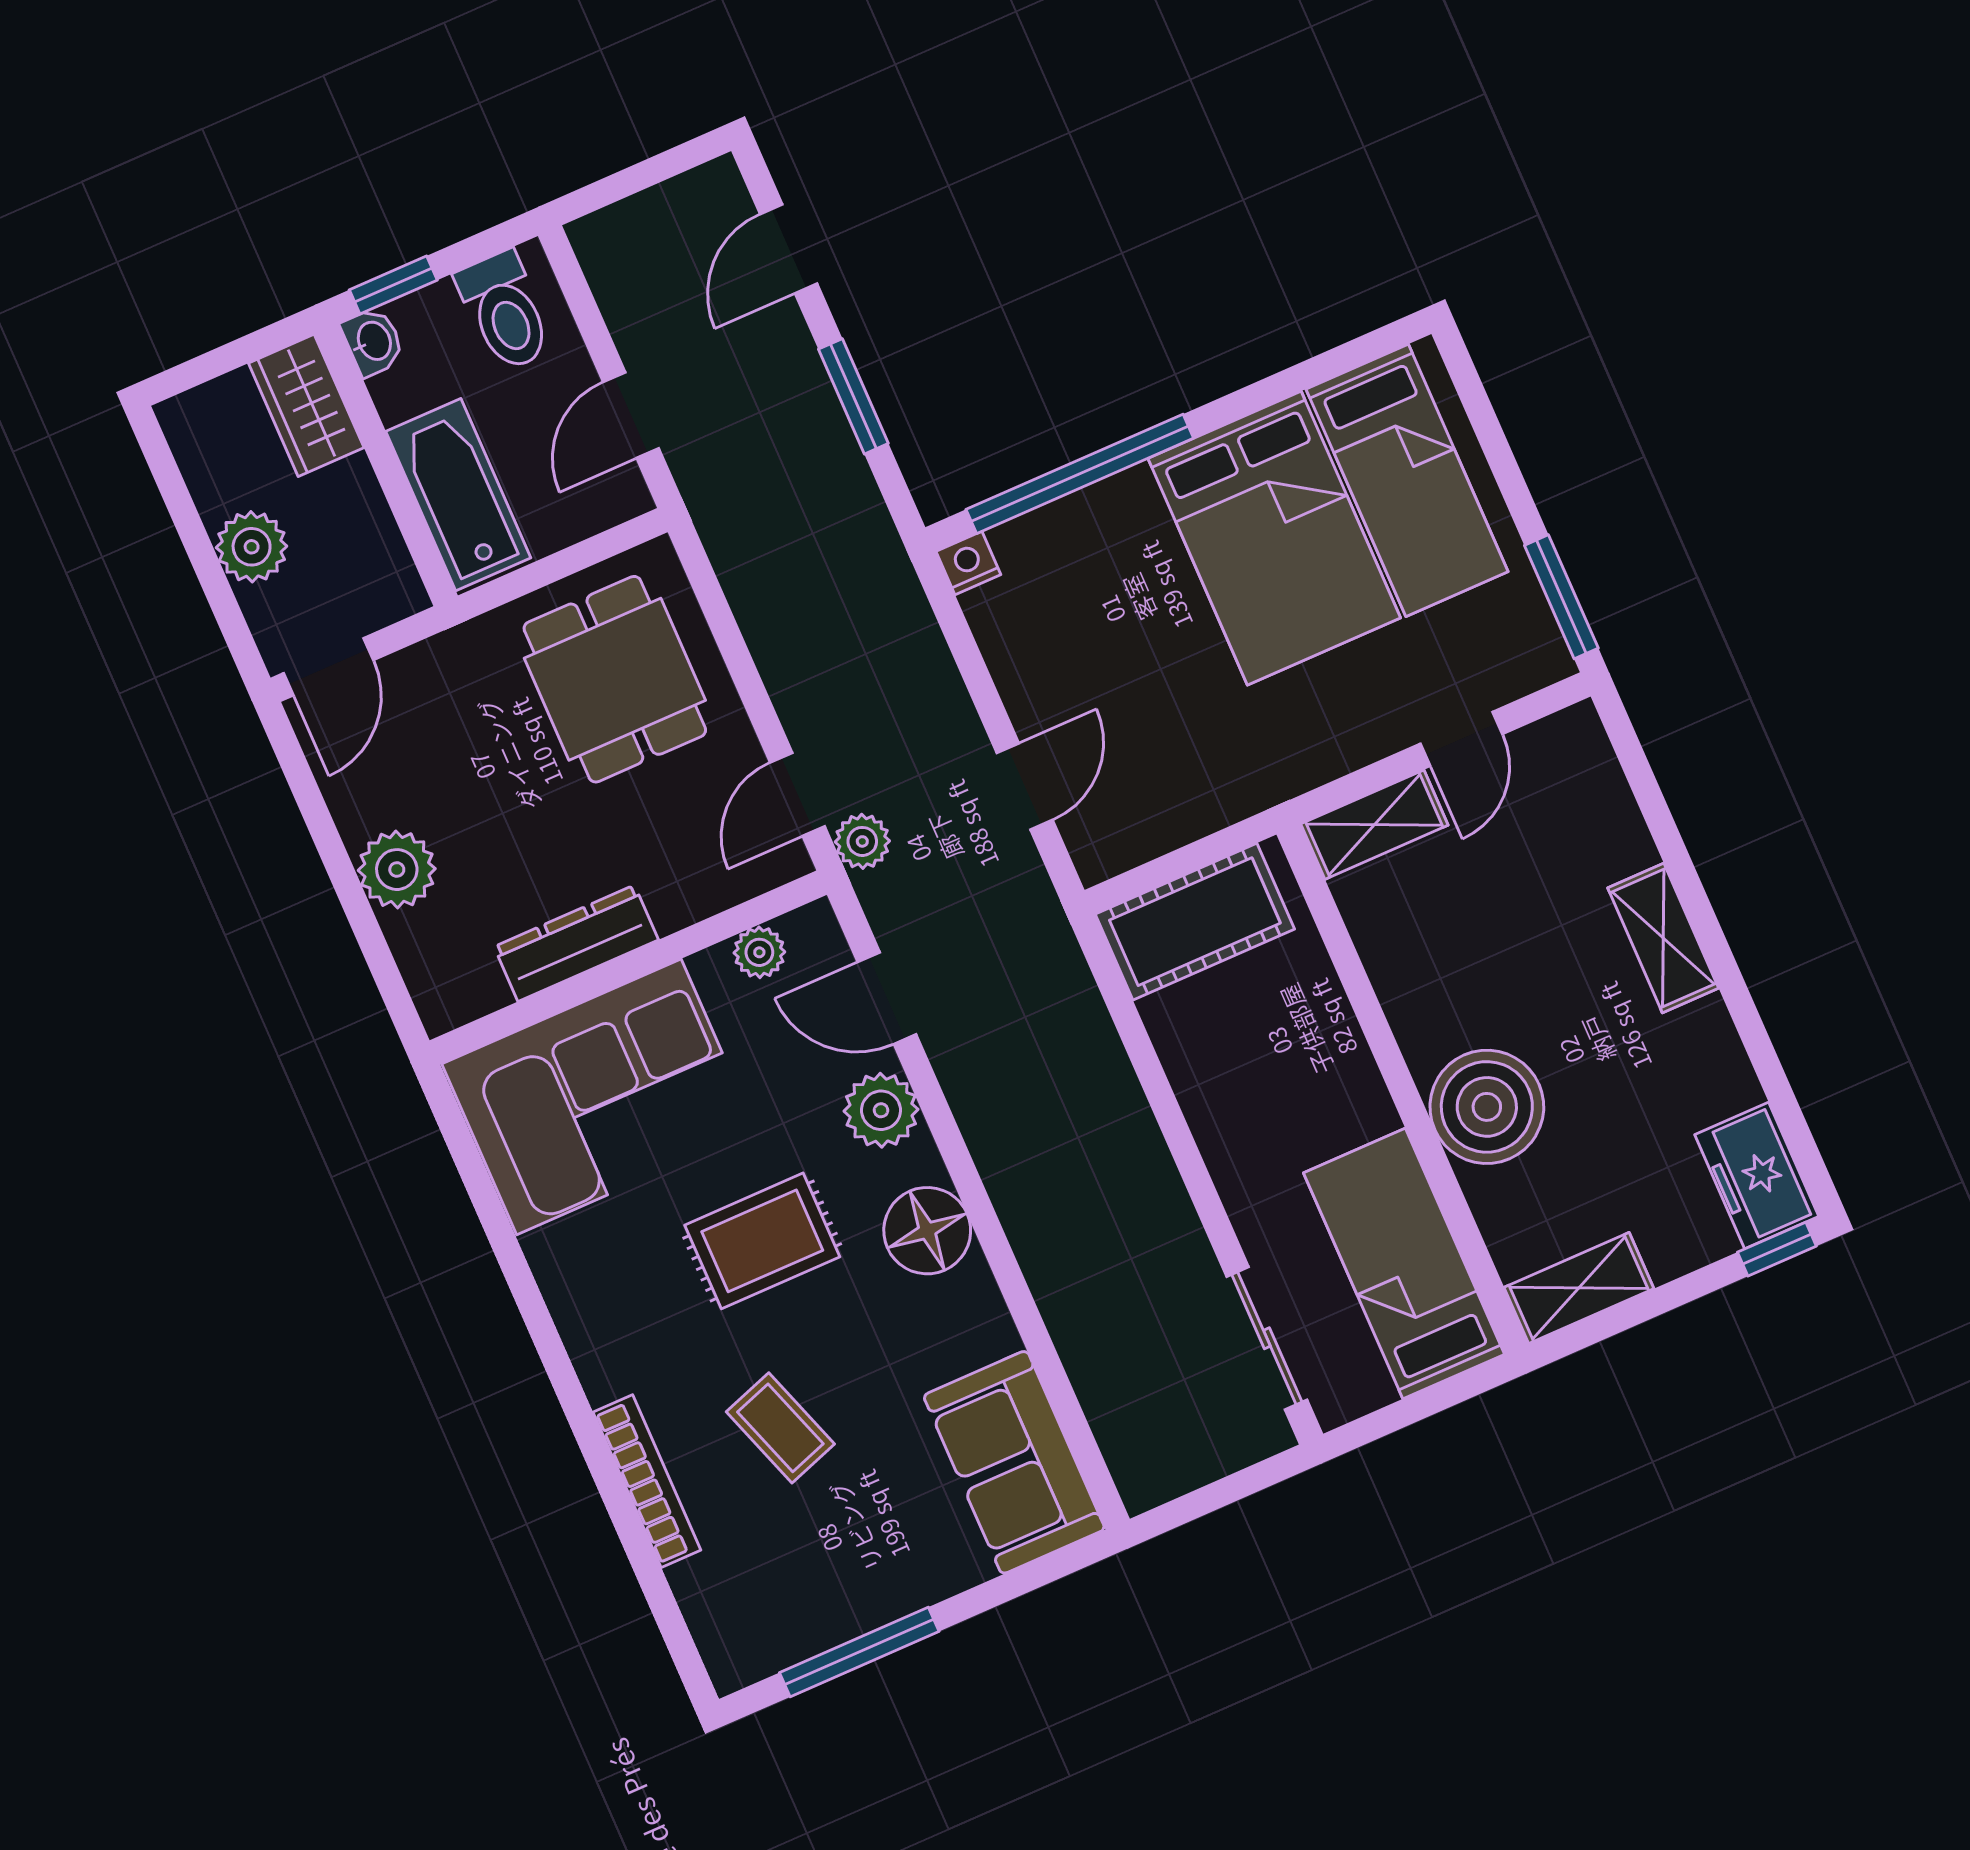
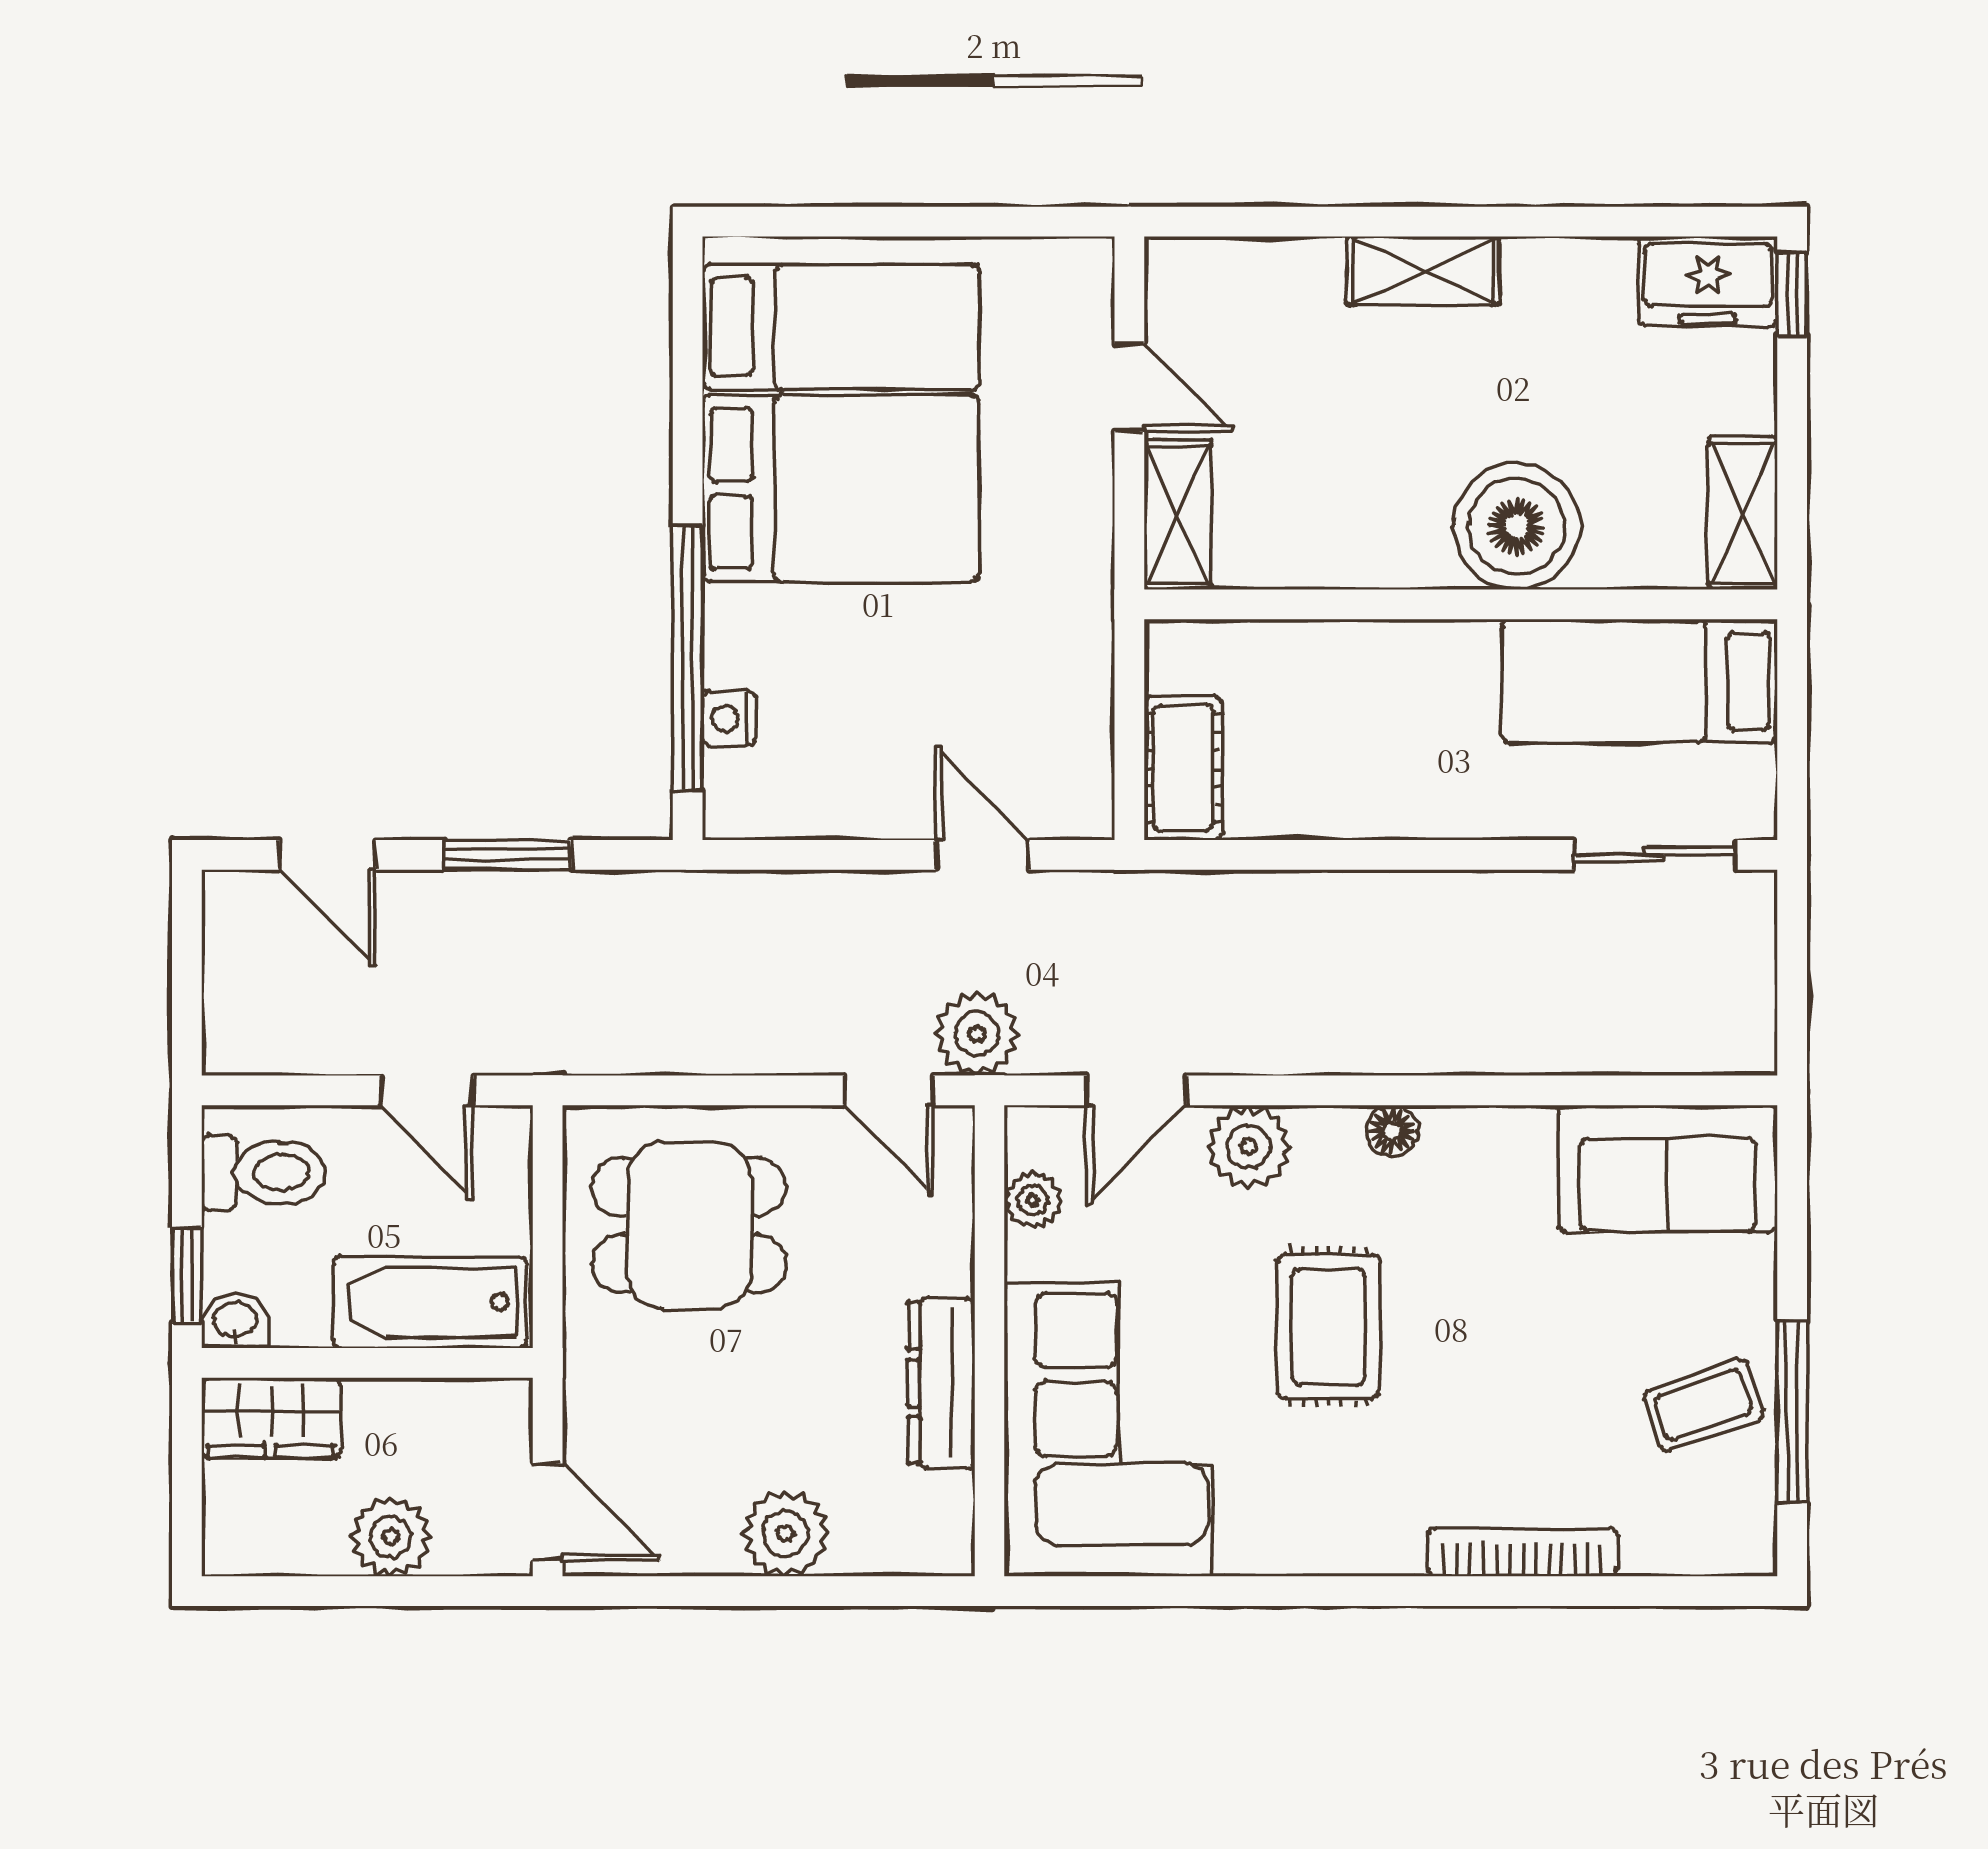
nightstand: (968, 563) -> (729, 719), moved
window: (1561, 597) -> (1029, 222), removed
plant: (862, 841) -> (977, 1034), width x1.38, depth x1.38
cot: (1195, 922) -> (1183, 768), width x0.73, depth x0.75
floor lamp: (927, 1231) -> (1392, 1131), width x0.53, depth x0.53
coffee table: (780, 1428) -> (1703, 1405), moved

